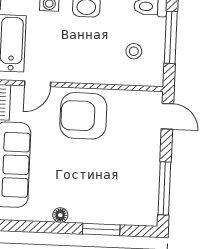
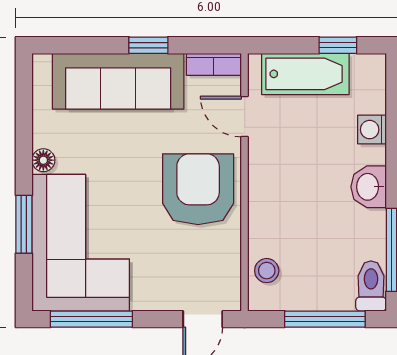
stool: (134, 51) -> (267, 271), moved
corner sofa: (115, 193) -> (81, 243), added

